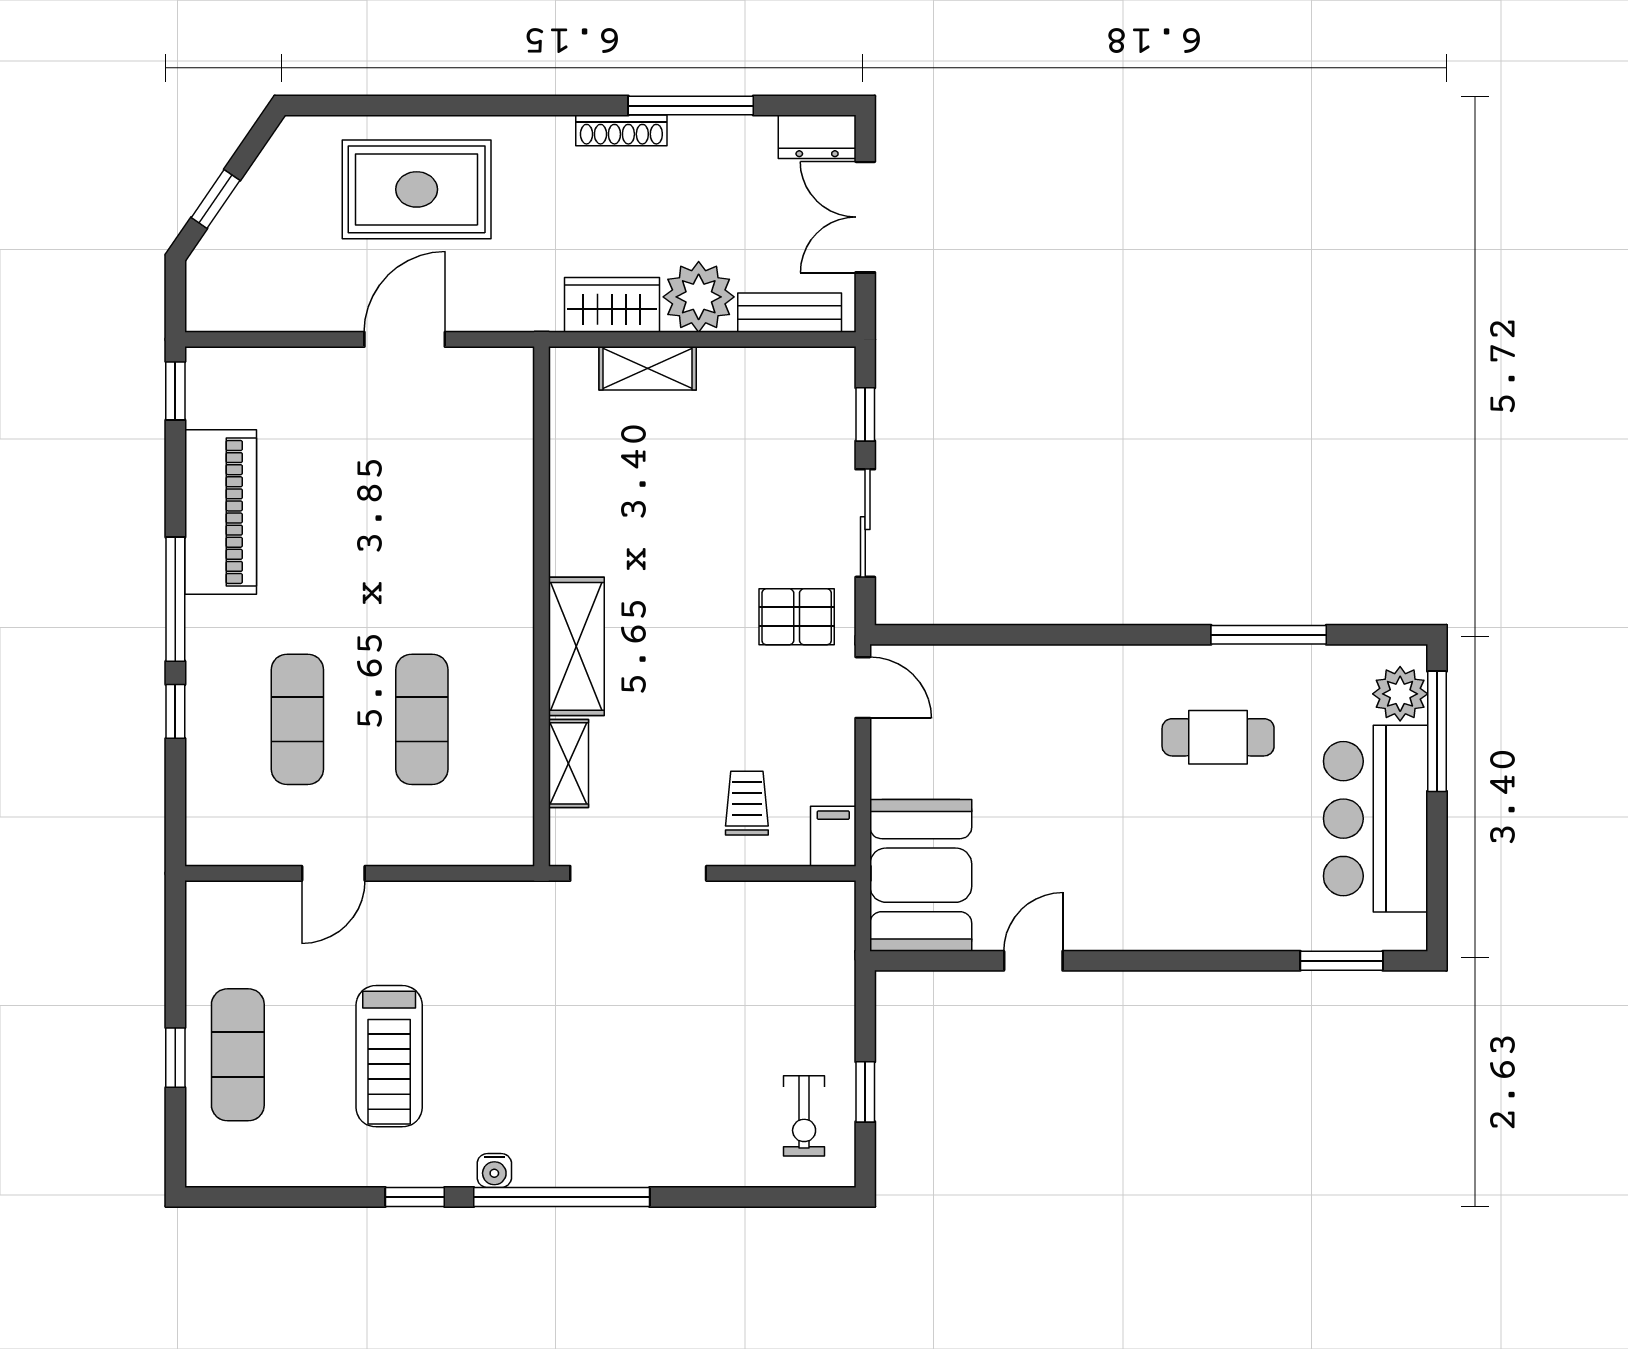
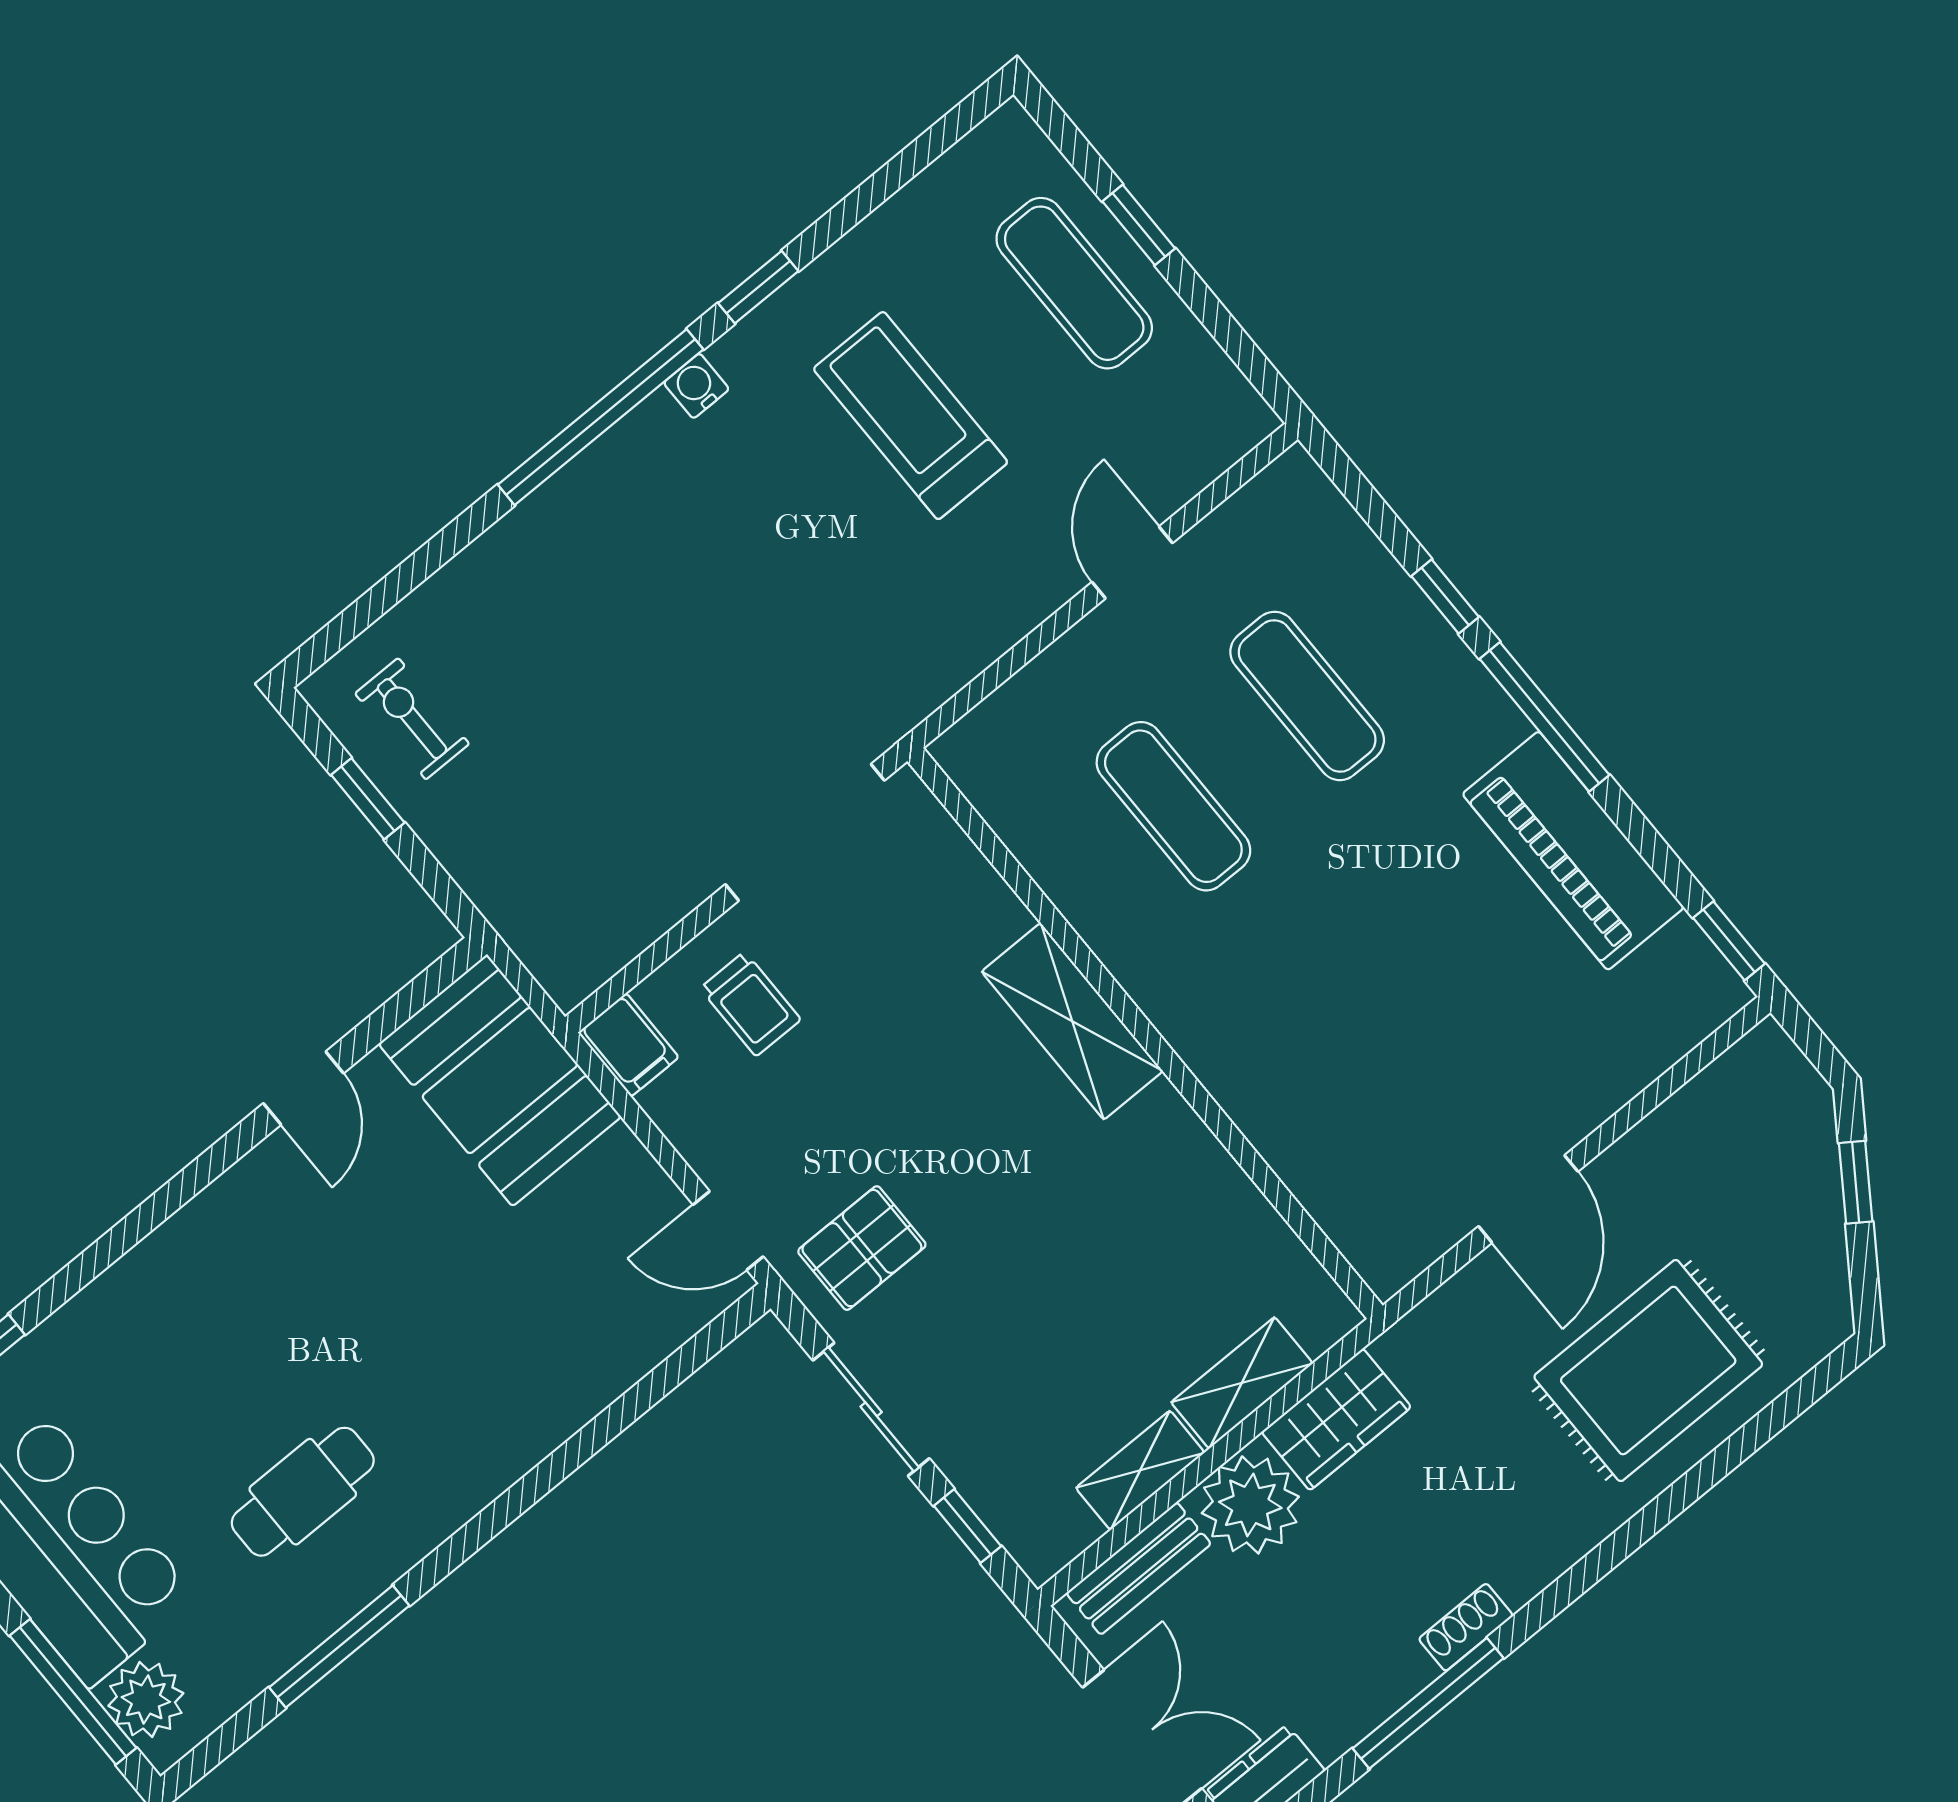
shoe rack: (621, 130) -> (1466, 1627), width x0.70
shelving: (568, 763) -> (1140, 1470), moved, turned 90

